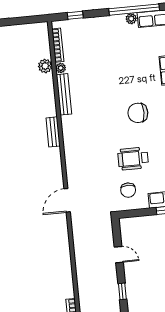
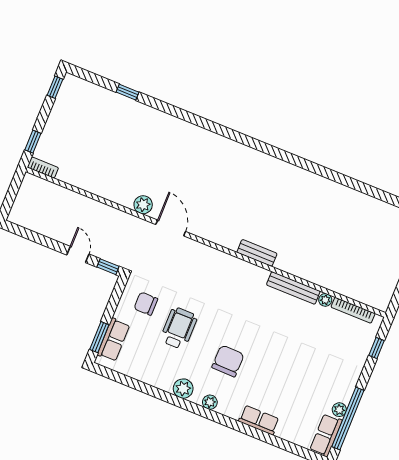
plant: (45, 66) -> (143, 205), moved
door: (119, 255) -> (78, 254), swing flipped
window: (122, 291) -> (108, 267), moved

